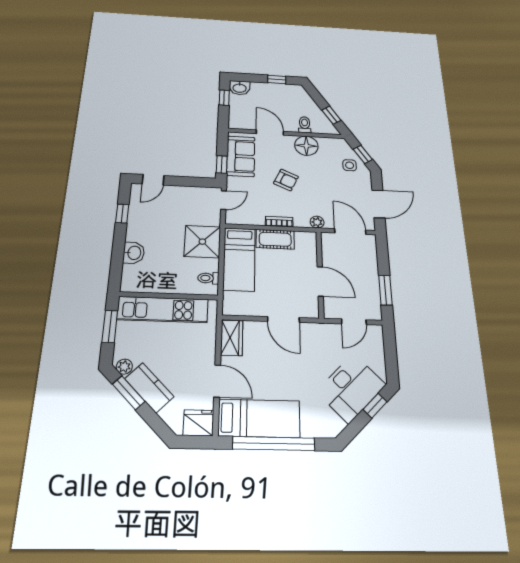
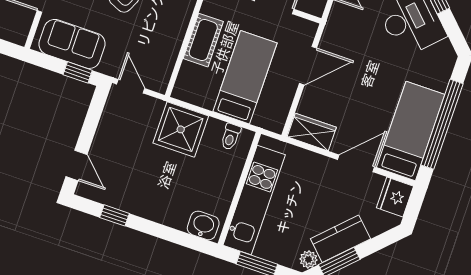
bookcase: (279, 222) -> (181, 27), removed
washbasin: (134, 253) -> (203, 225), moved
bed: (239, 259) -> (245, 77), moved, turned -90

